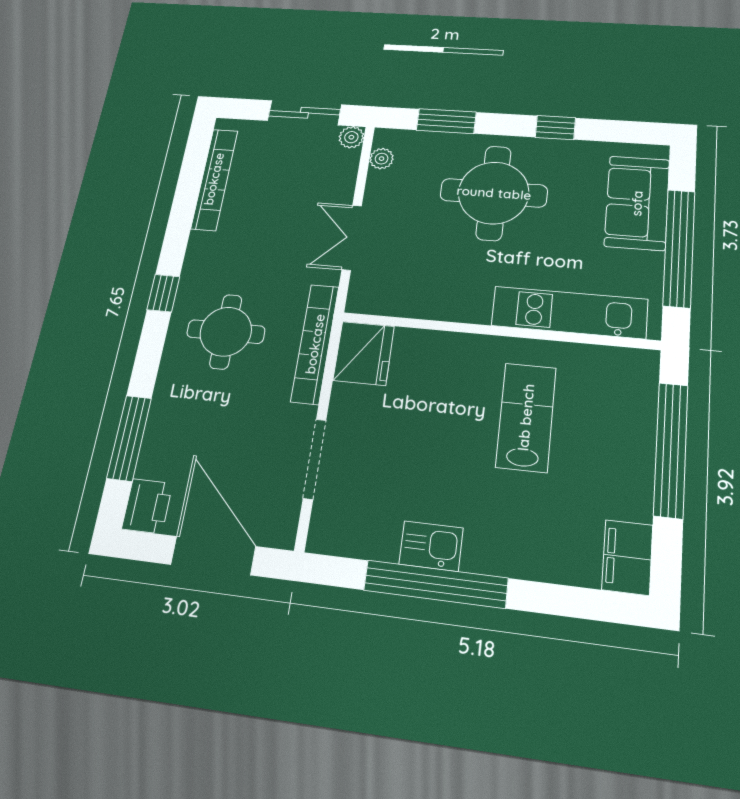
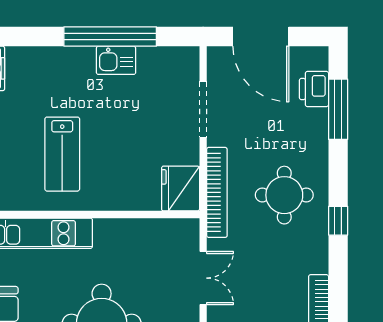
printer: (147, 506) -> (314, 89), moved

